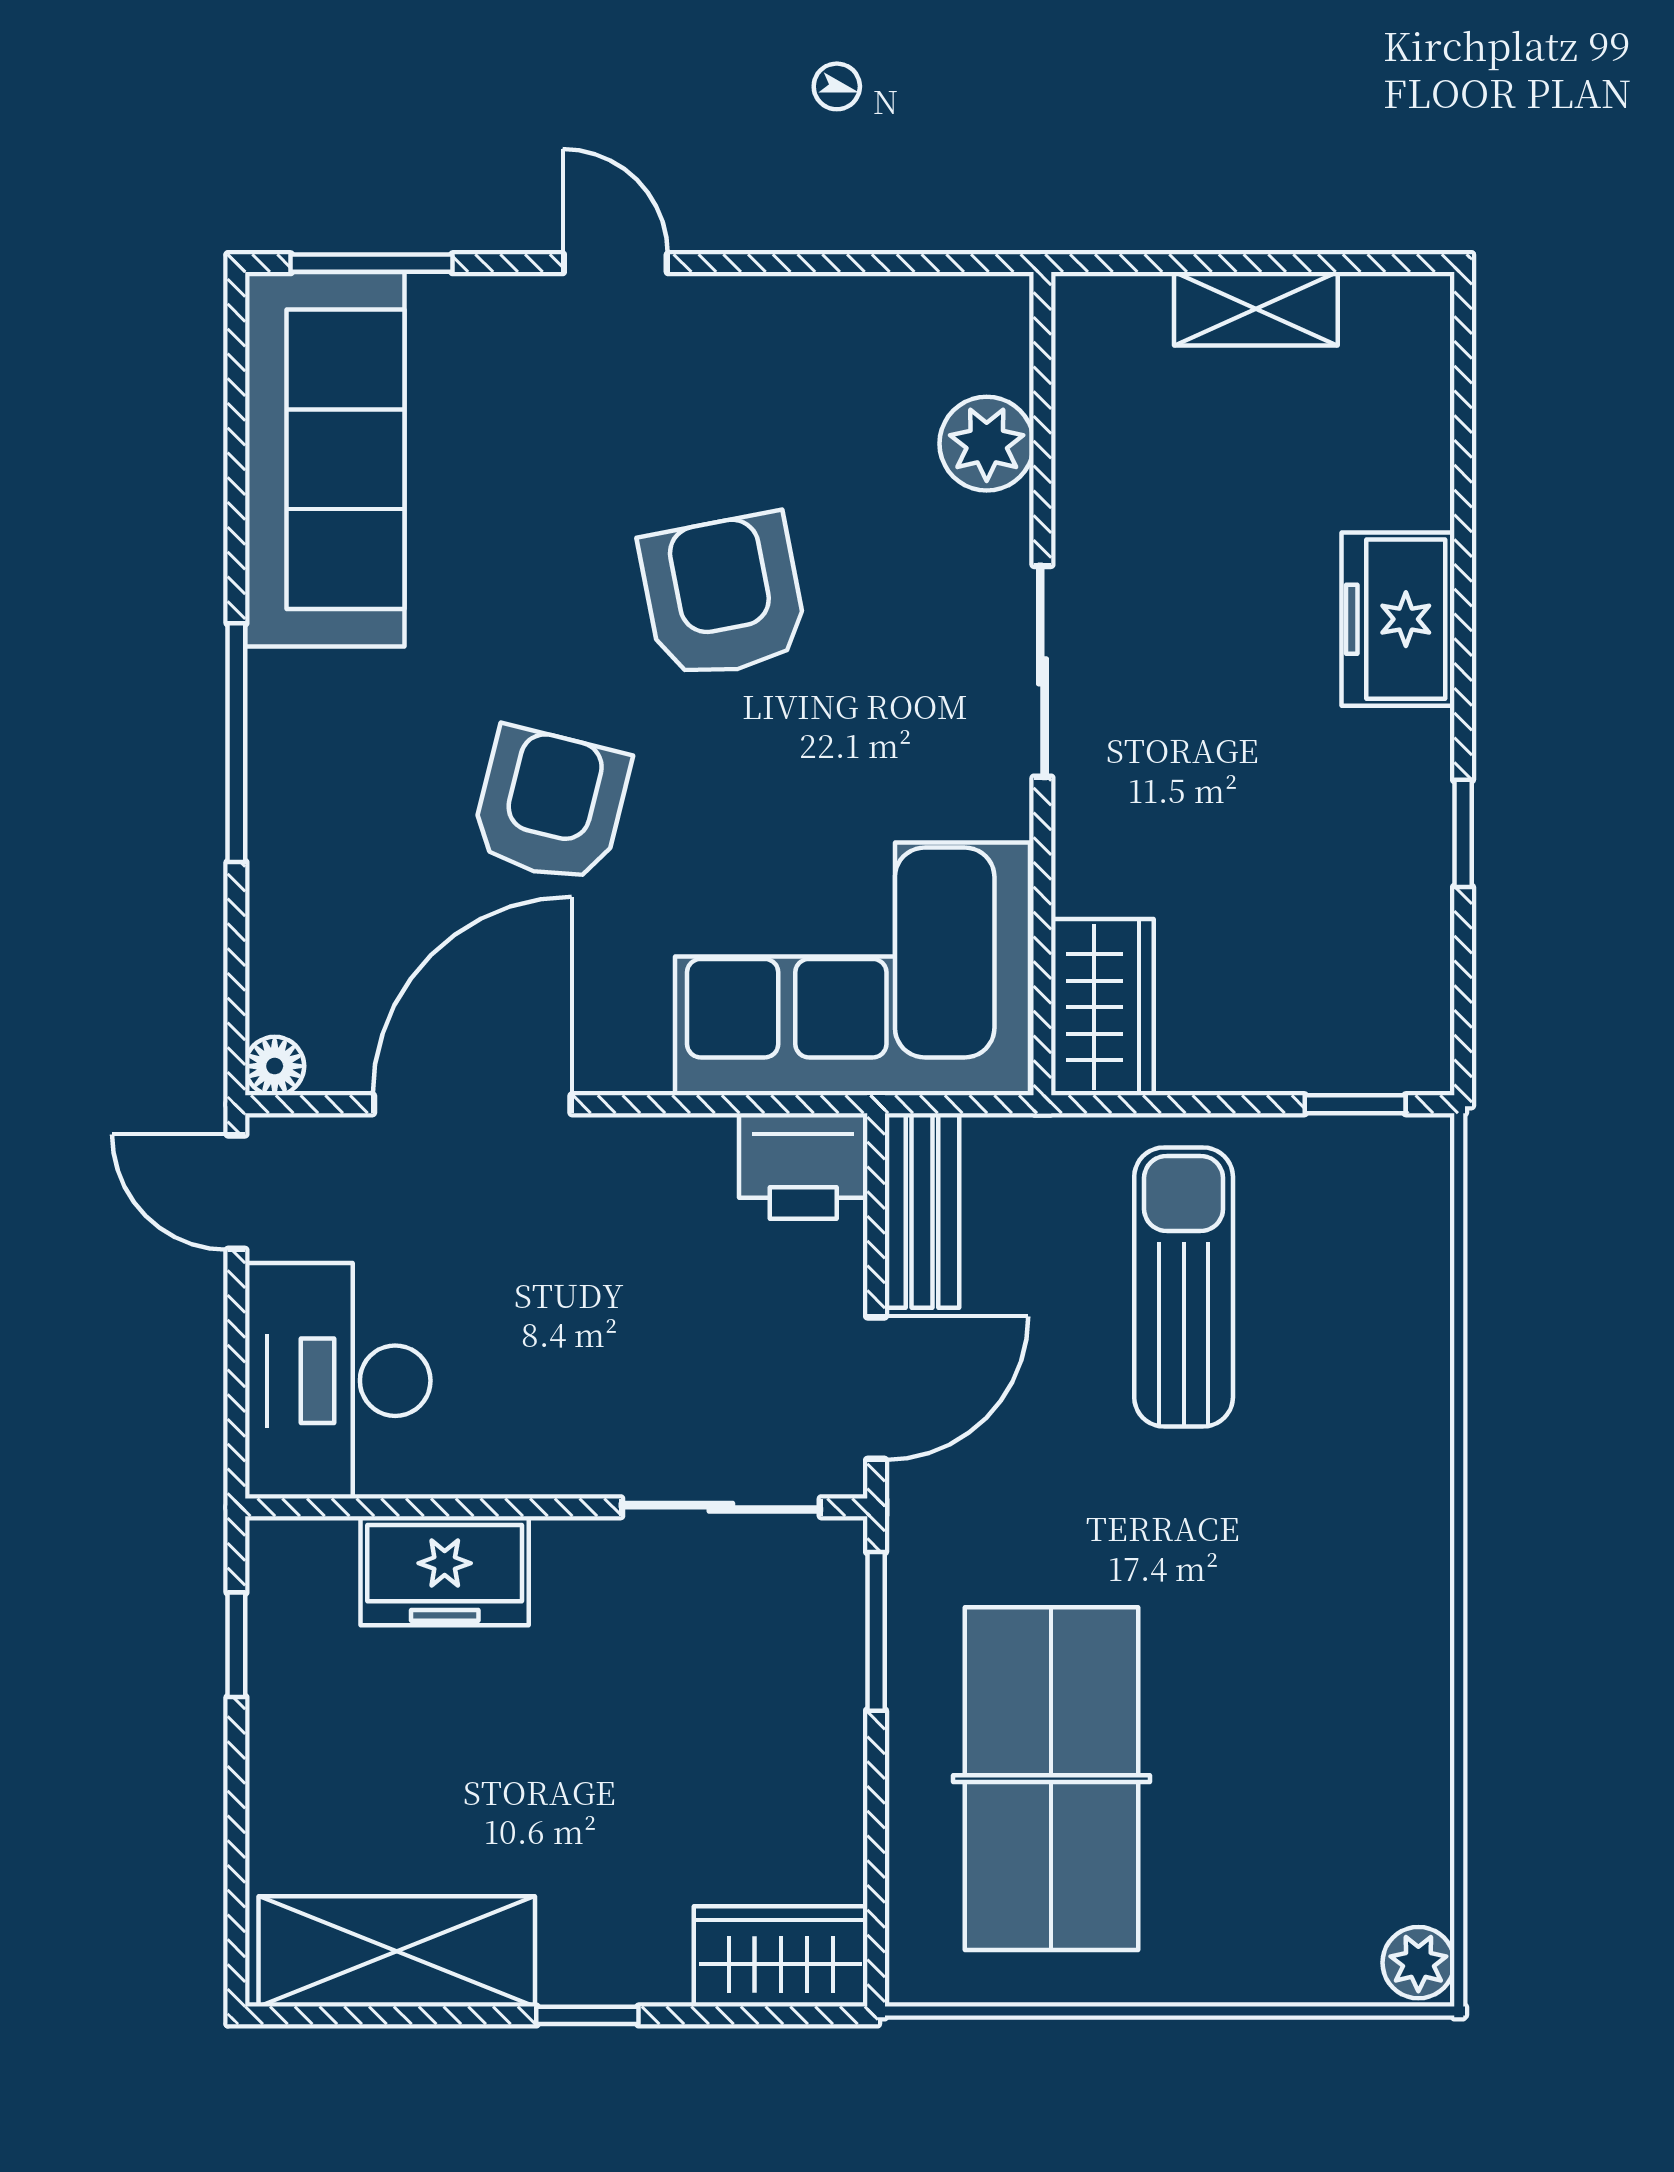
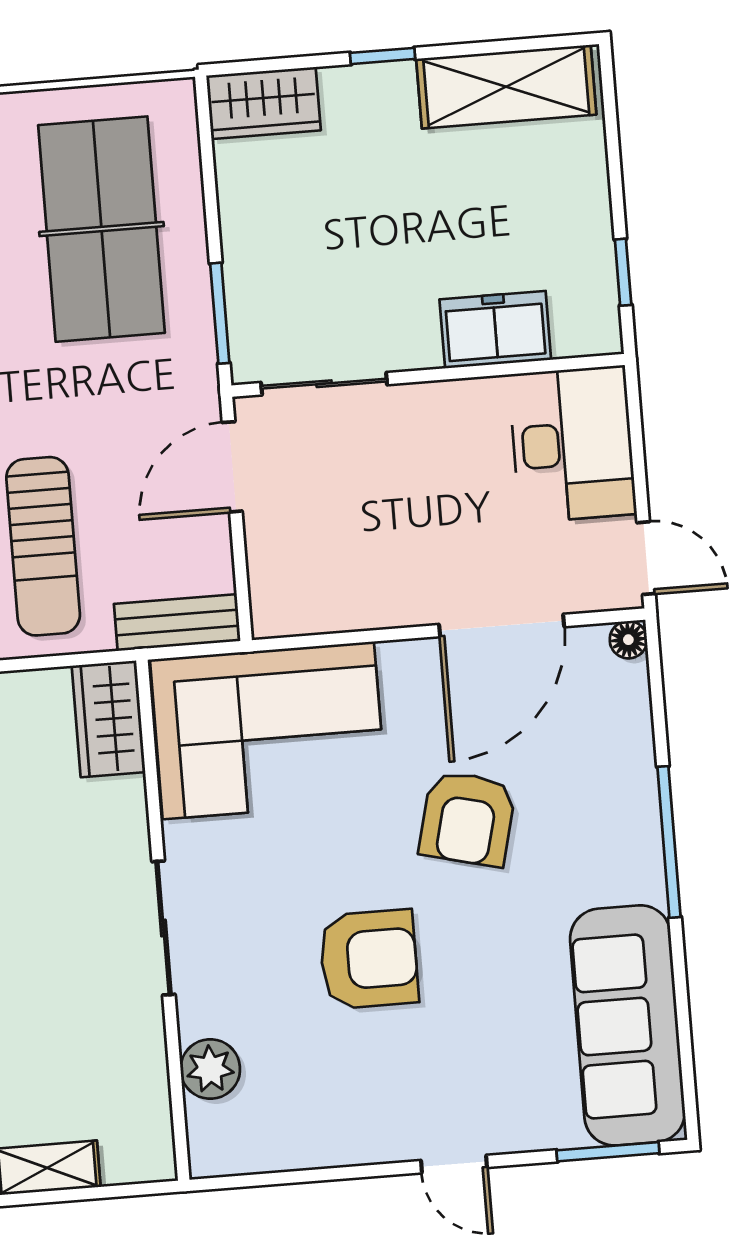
armchair: (723, 596) -> (369, 959), turned -79
printer: (803, 1166) -> (289, 603), removed
bench: (922, 1210) -> (177, 622), moved, turned 90

